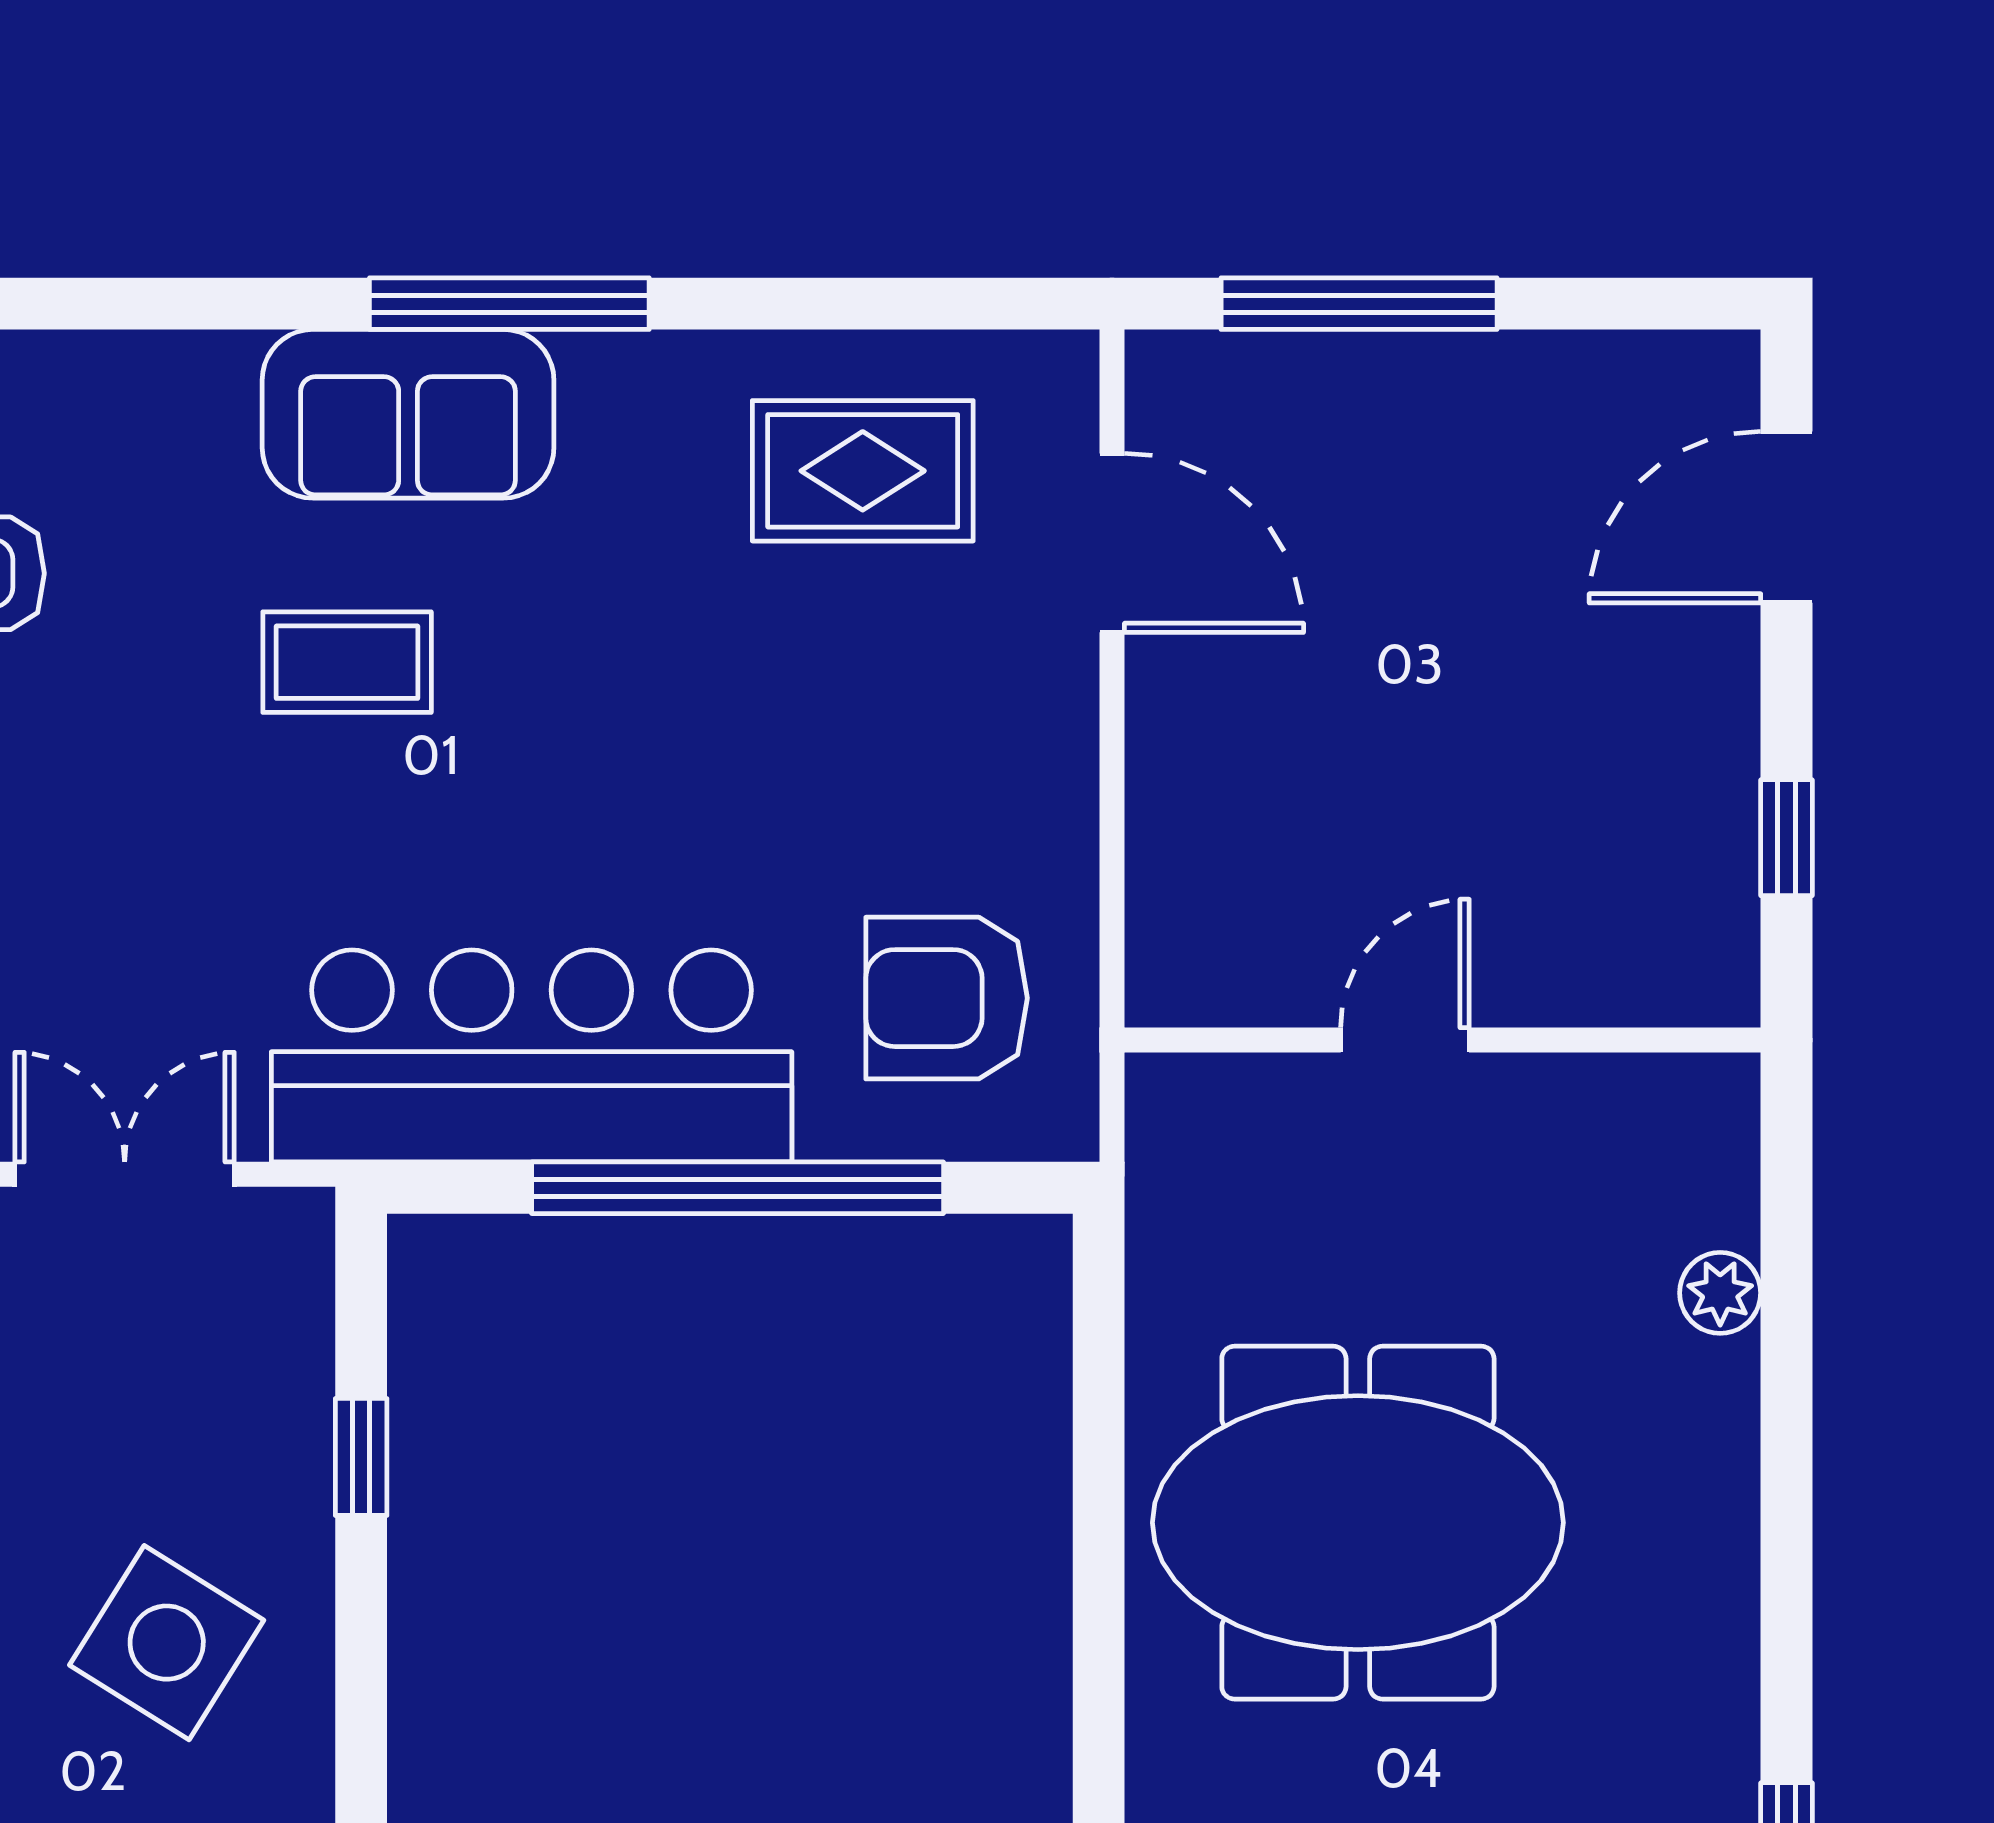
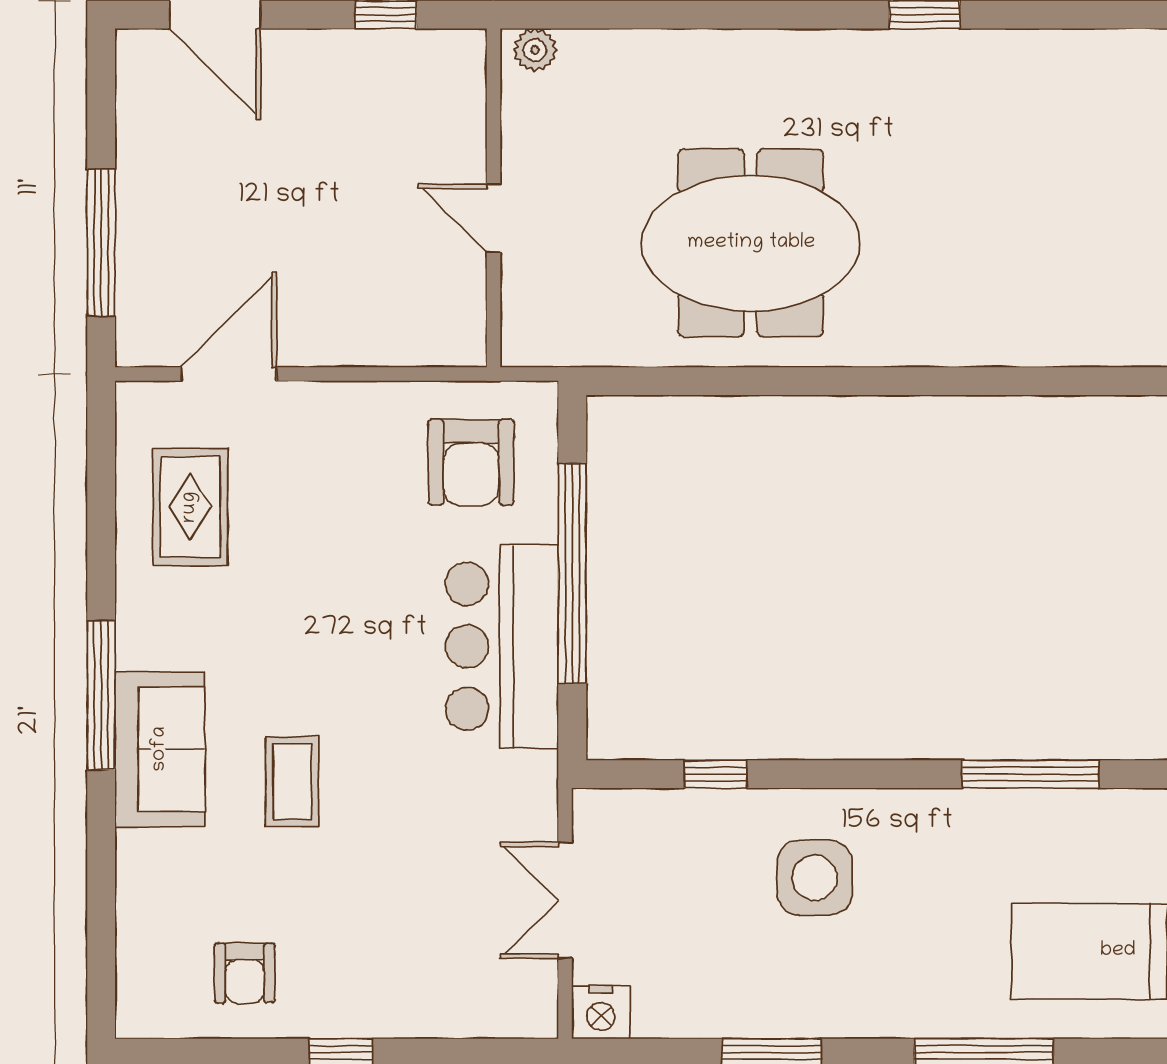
bar counter: (532, 1056) -> (502, 646), width x0.73
plant: (1720, 1293) -> (535, 50), moved
meeting table: (1358, 1523) -> (751, 243), turned 90
side table: (167, 1643) -> (815, 878), turned -32

